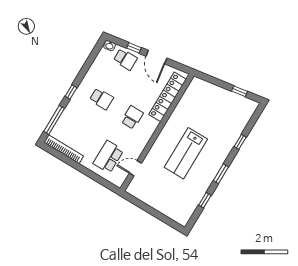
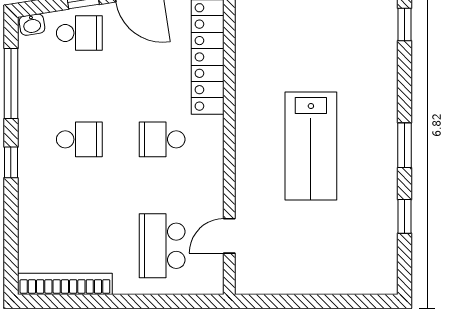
school desk: (132, 117) -> (162, 139), turned -90
window: (54, 120) -> (11, 84), moved
window: (240, 142) -> (405, 24), moved

